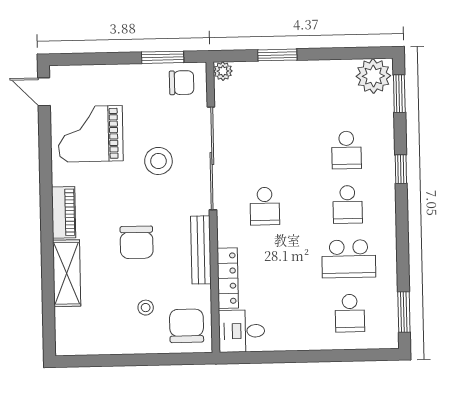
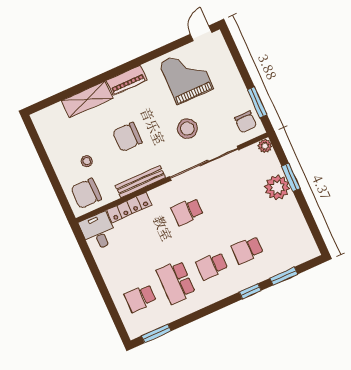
plant: (373, 76) -> (277, 187), moved
window: (399, 94) -> (284, 276), moved
chair: (187, 326) -> (86, 193), turned 180

